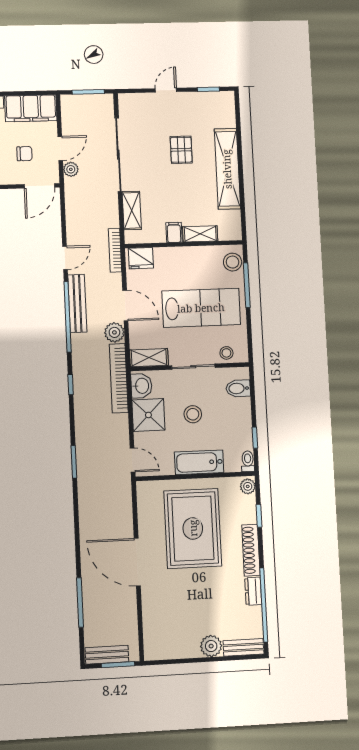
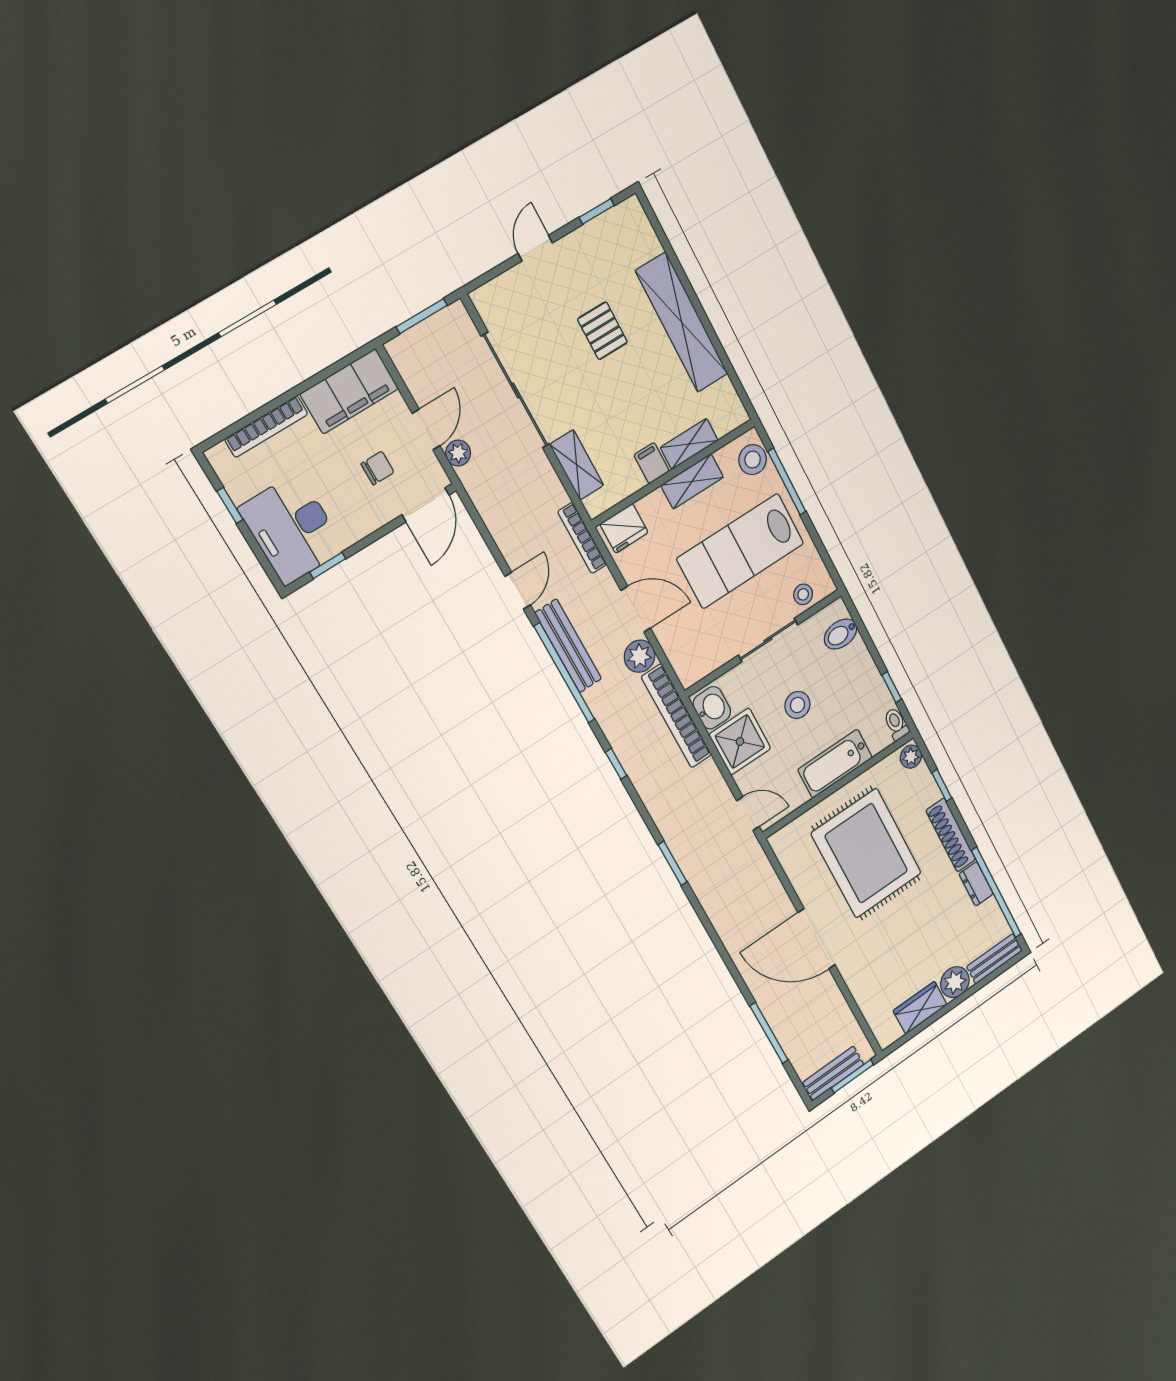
lab bench: (201, 308) -> (740, 551), turned 180
shelving: (149, 358) -> (692, 481), moved
wardrobe: (181, 648) -> (920, 1008), added

